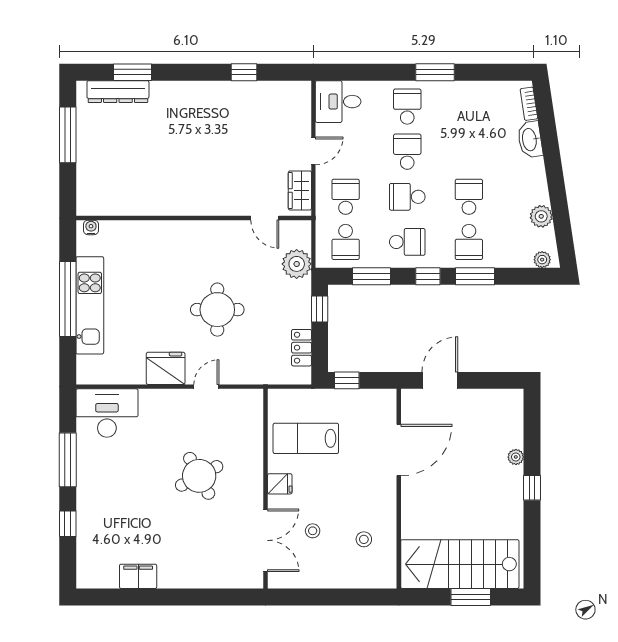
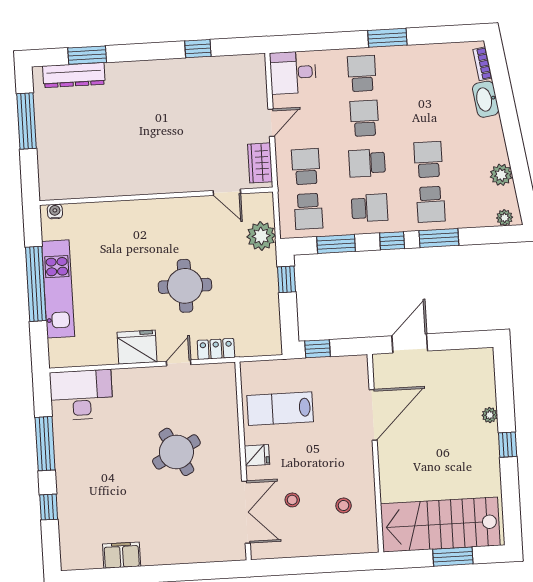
locker: (302, 348) -> (216, 349), moved, turned 90

